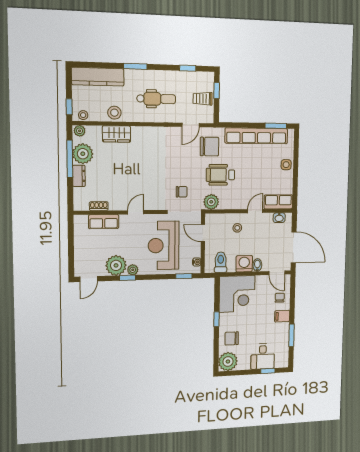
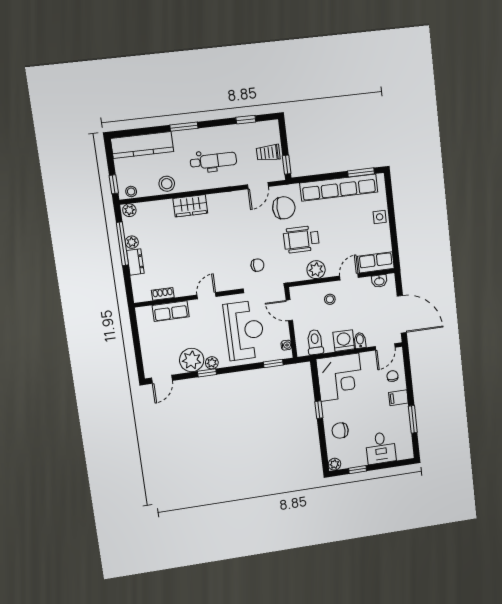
window: (217, 91) -> (287, 165), moved
wardrobe: (117, 134) -> (190, 206), moved
plant: (83, 154) -> (132, 242), width x0.53, depth x0.53
plant: (211, 202) -> (316, 270), moved
reception desk: (164, 245) -> (244, 330), turned 180
door: (277, 273) -> (385, 347), hinge flipped
plant: (228, 361) -> (334, 464), width x0.53, depth x0.53
window: (268, 371) -> (358, 470), moved

